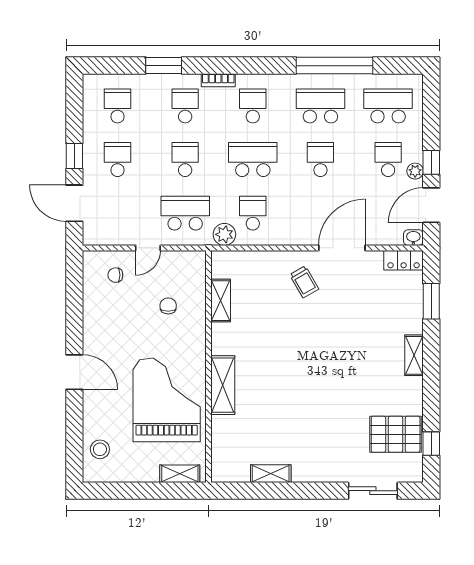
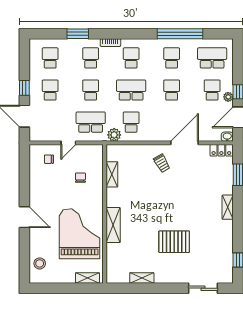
school desk: (320, 106) -> (172, 58), width x0.54
pallet: (396, 434) -> (174, 242), moved

